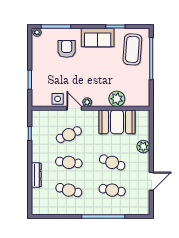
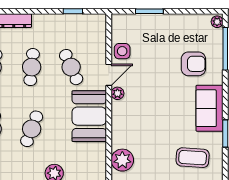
coffee table: (132, 49) -> (193, 158), width x0.73, depth x0.76
plant: (117, 99) -> (122, 160), moved
booth: (117, 122) -> (89, 116), moved

